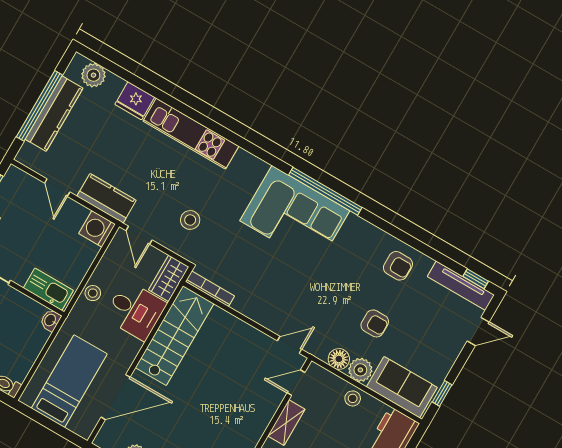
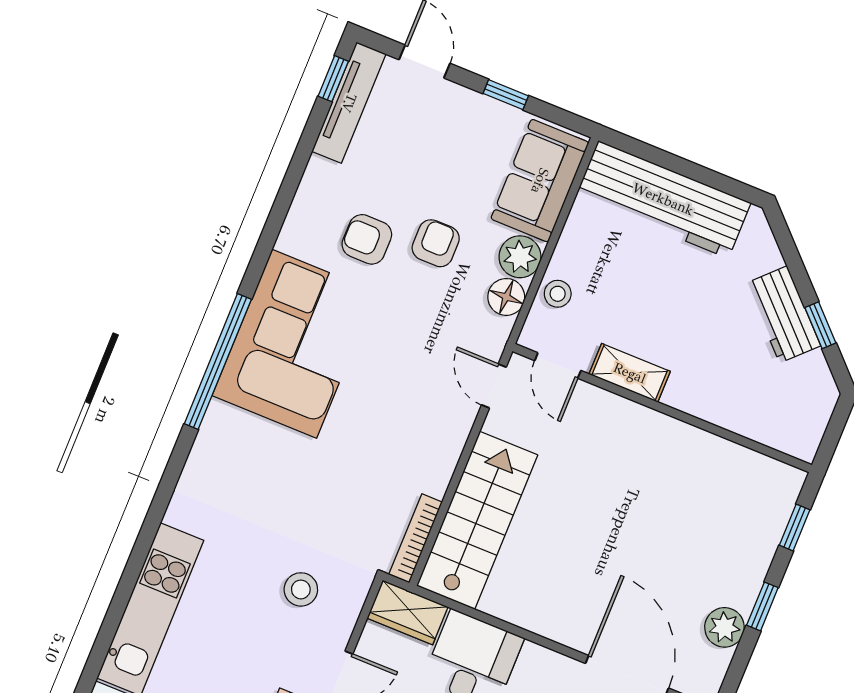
corner sofa: (295, 216) -> (294, 344), moved
armchair: (398, 266) -> (367, 239), moved, turned -90
stairs: (175, 336) -> (477, 520), moved, turned 90
window: (442, 393) -> (506, 95), moved
stool: (353, 398) -> (558, 294), moved

